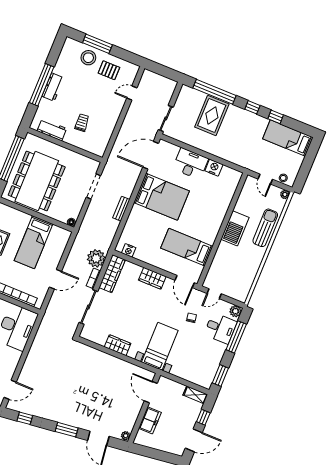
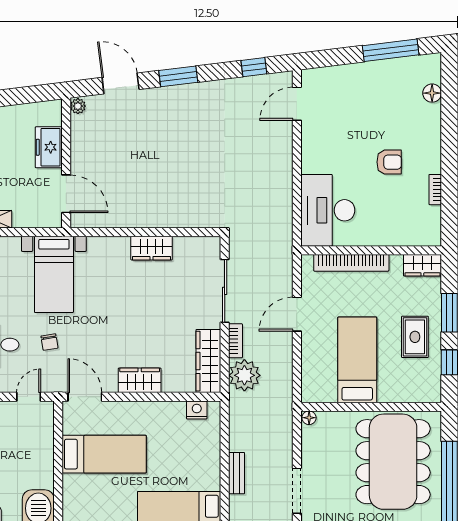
bed with nightstands: (160, 346) -> (54, 274), moved

